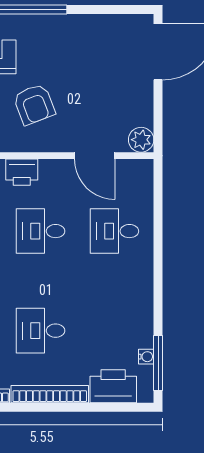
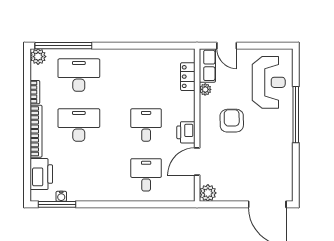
armchair: (34, 104) -> (232, 121), turned 110
printer: (22, 172) -> (186, 132), moved
desk: (41, 331) -> (79, 125), width x1.37

